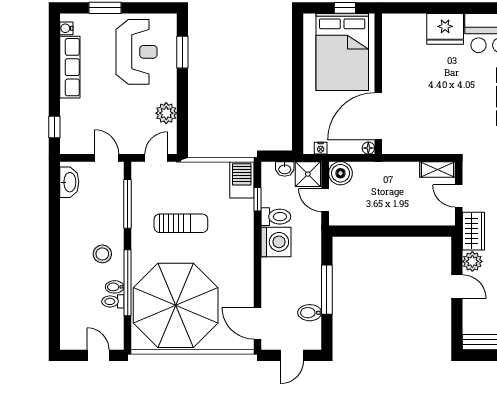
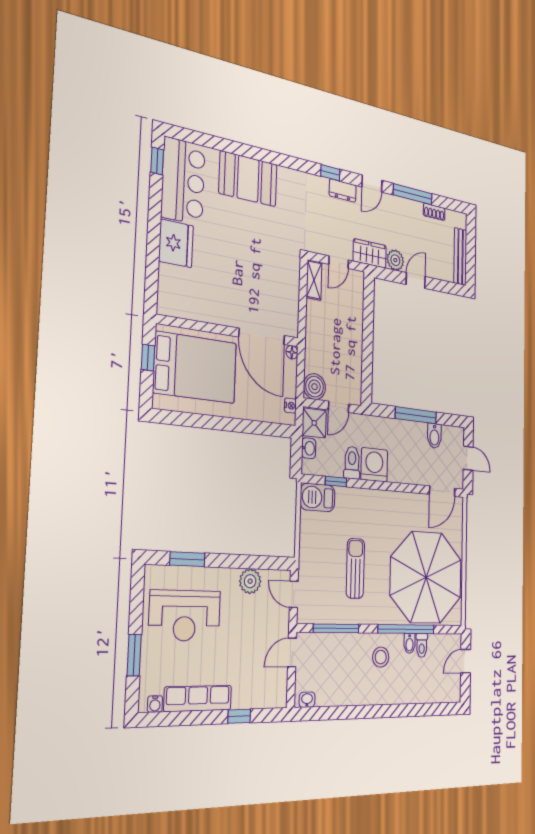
reception desk: (137, 52) -> (185, 616), turned 180
window: (54, 127) -> (239, 716), moved
washbasin: (69, 182) -> (307, 700), width x0.52, depth x0.69

